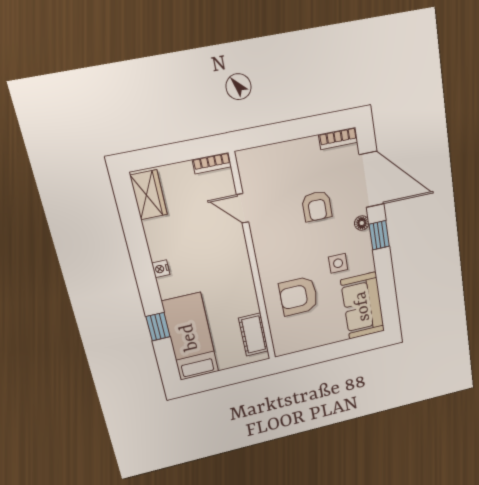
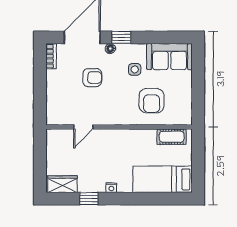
bookcase: (212, 163) -> (51, 141), removed
window: (158, 327) -> (89, 199), moved

